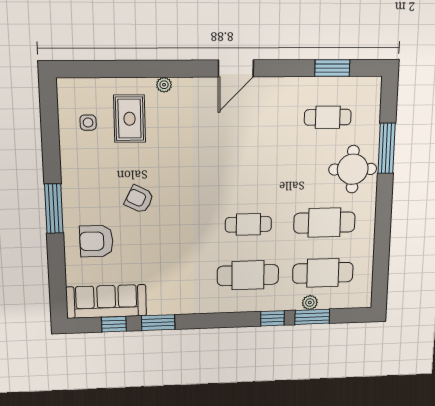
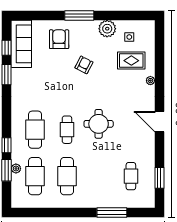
plant: (75, 161) -> (107, 29), added
round table: (353, 169) -> (99, 124), moved

